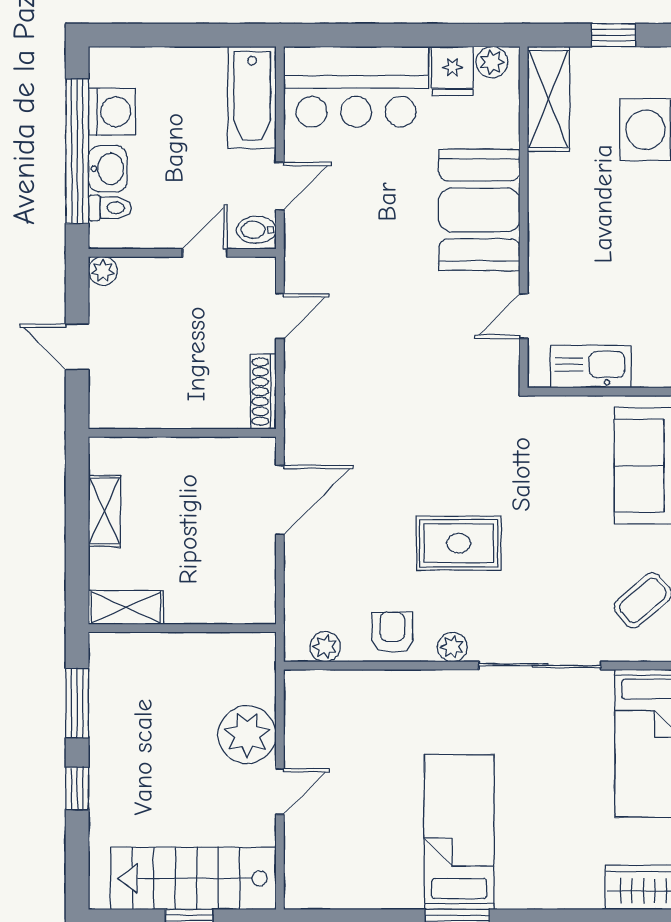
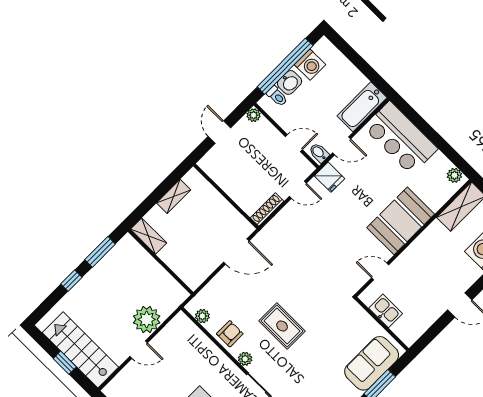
fridge: (452, 71) -> (330, 177), moved, turned -90
kitchen sink: (591, 367) -> (386, 311), width x0.73

